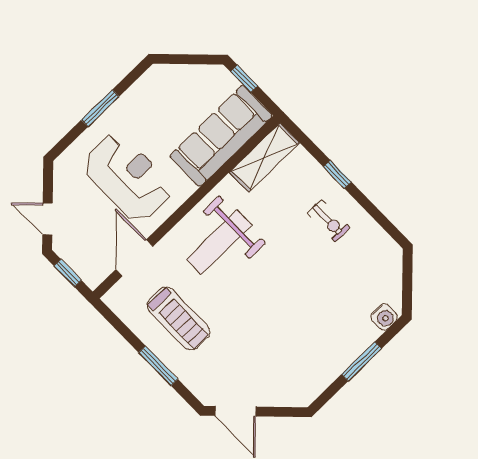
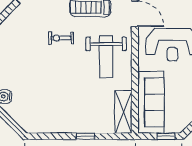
exercise bike: (329, 220) -> (61, 38), moved
weight bench: (219, 242) -> (106, 57), turned 180

